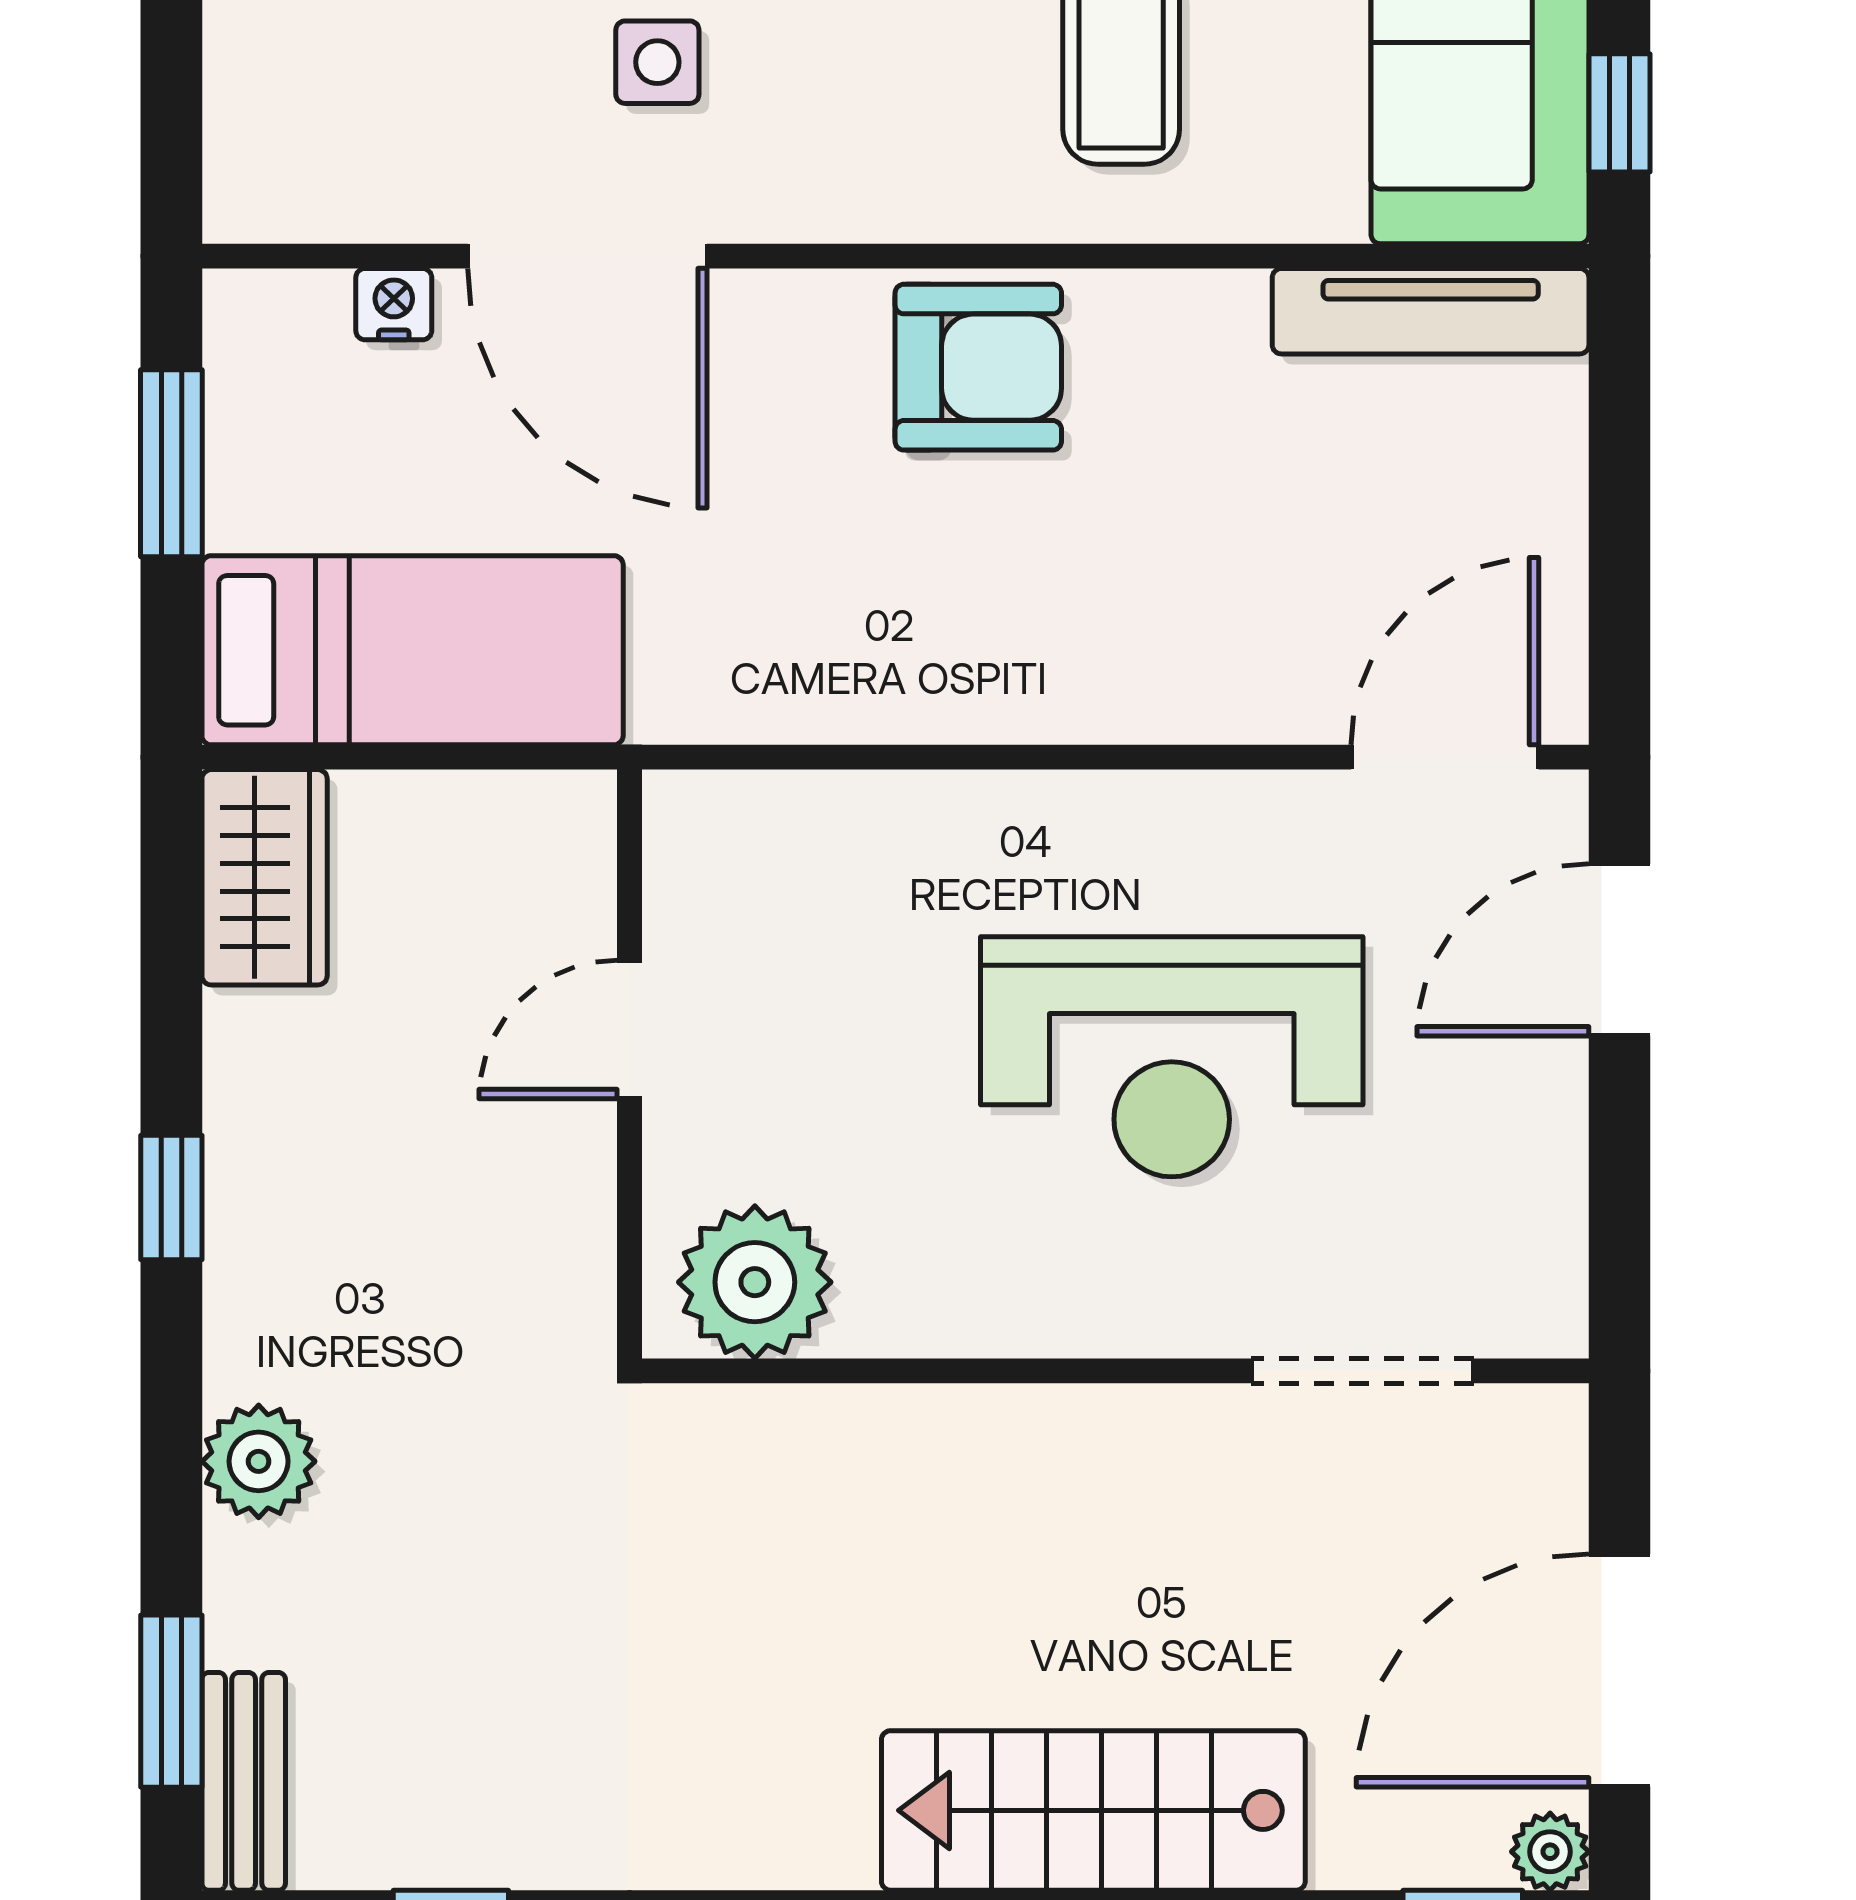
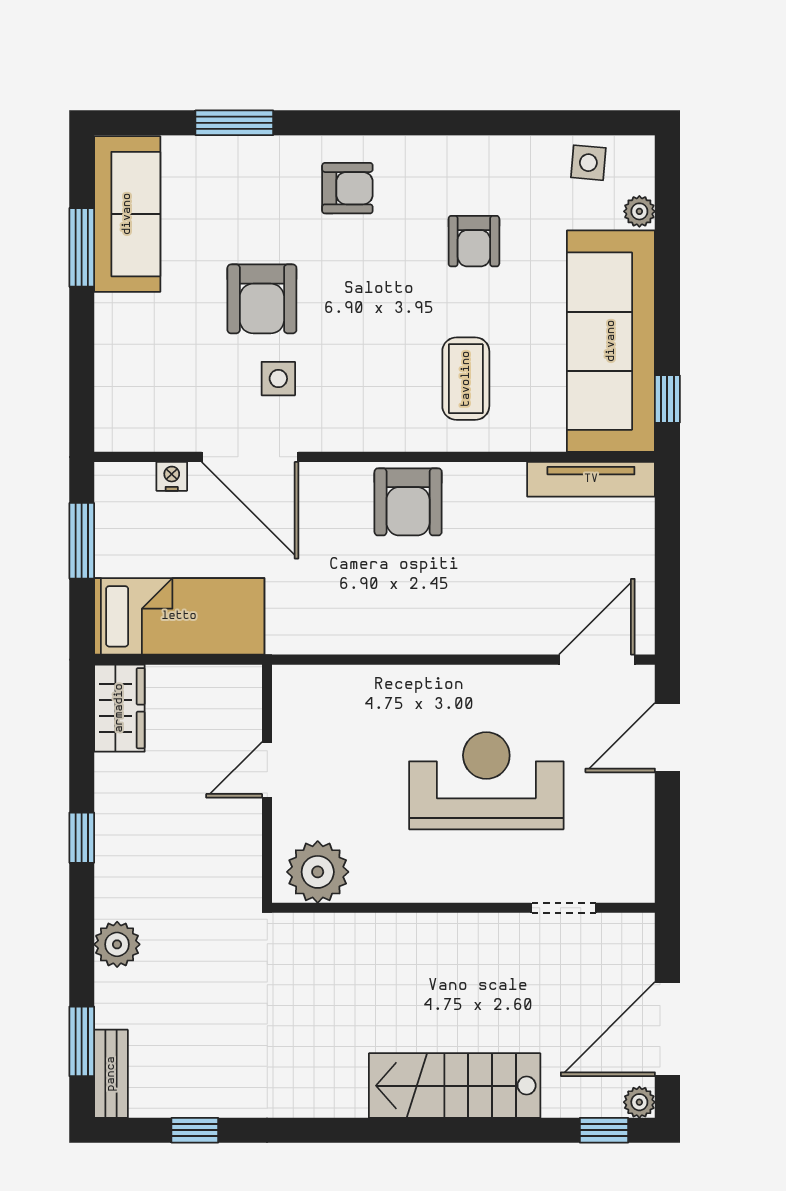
armchair: (978, 367) -> (408, 502), turned 90
reception desk: (1172, 1057) -> (486, 781), turned 180
doorway: (1362, 1371) -> (563, 908), width x0.73

